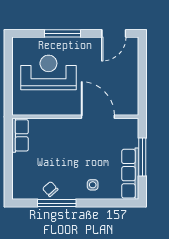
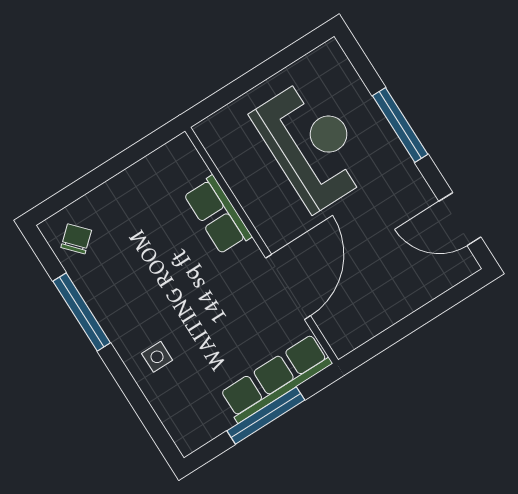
row of seats: (20, 135) -> (218, 215), moved, turned 90
row of seats: (130, 174) -> (276, 378), moved
chair: (50, 189) -> (76, 239), moved

